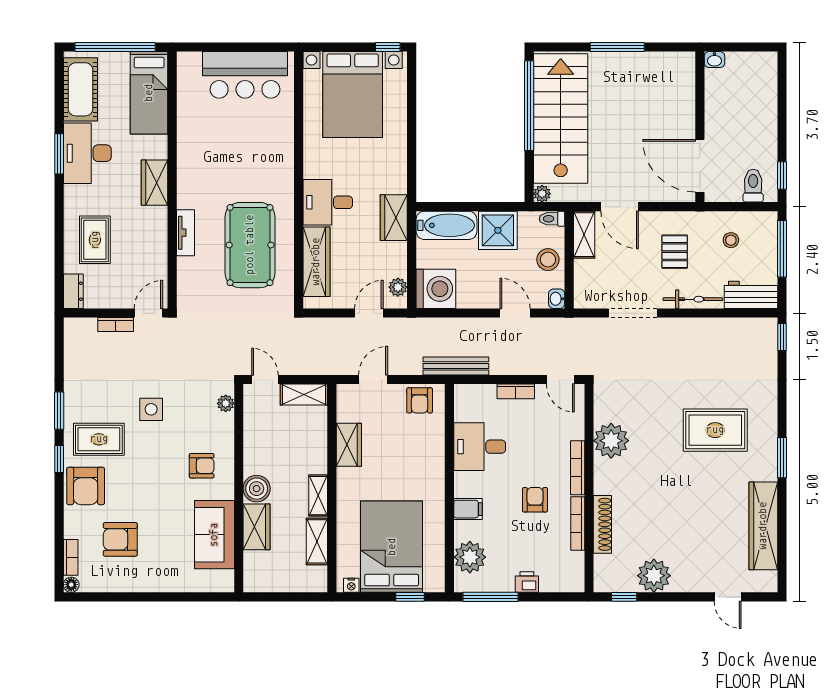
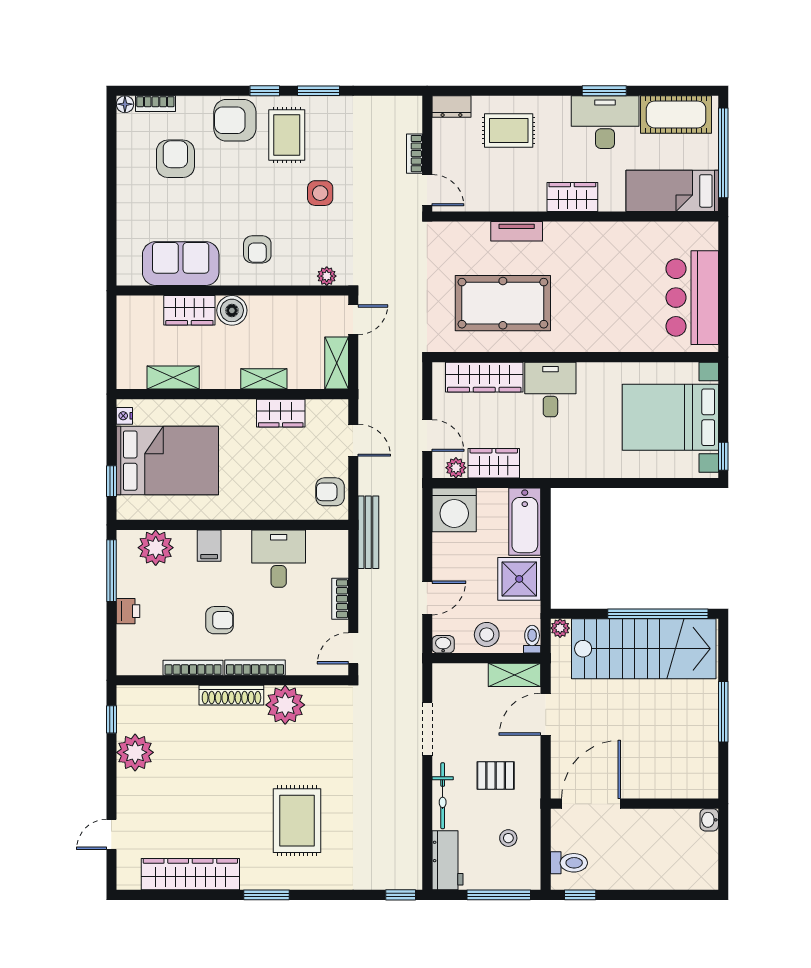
wardrobe: (394, 218) -> (494, 463), moved
shelving: (318, 496) -> (264, 379), moved
shoe rack: (602, 524) -> (231, 695), moved

